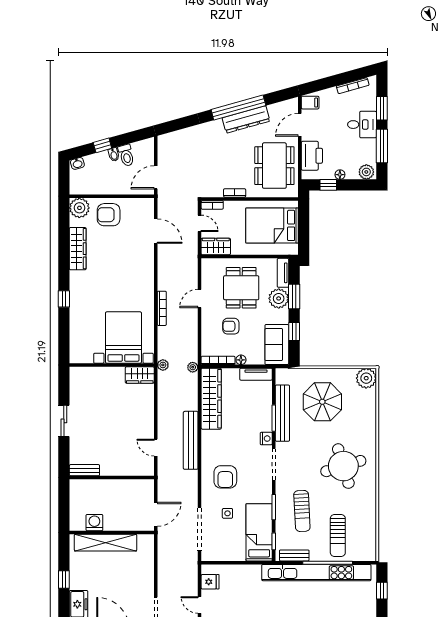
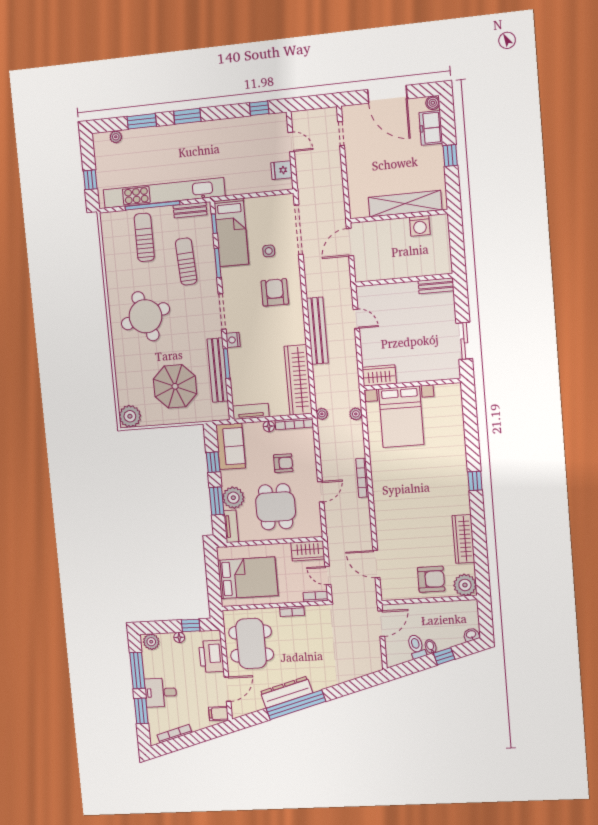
bed with nightstands: (123, 338) -> (401, 417), moved
wall: (112, 365) -> (412, 384), moved
wardrobe: (140, 375) -> (379, 375), moved

